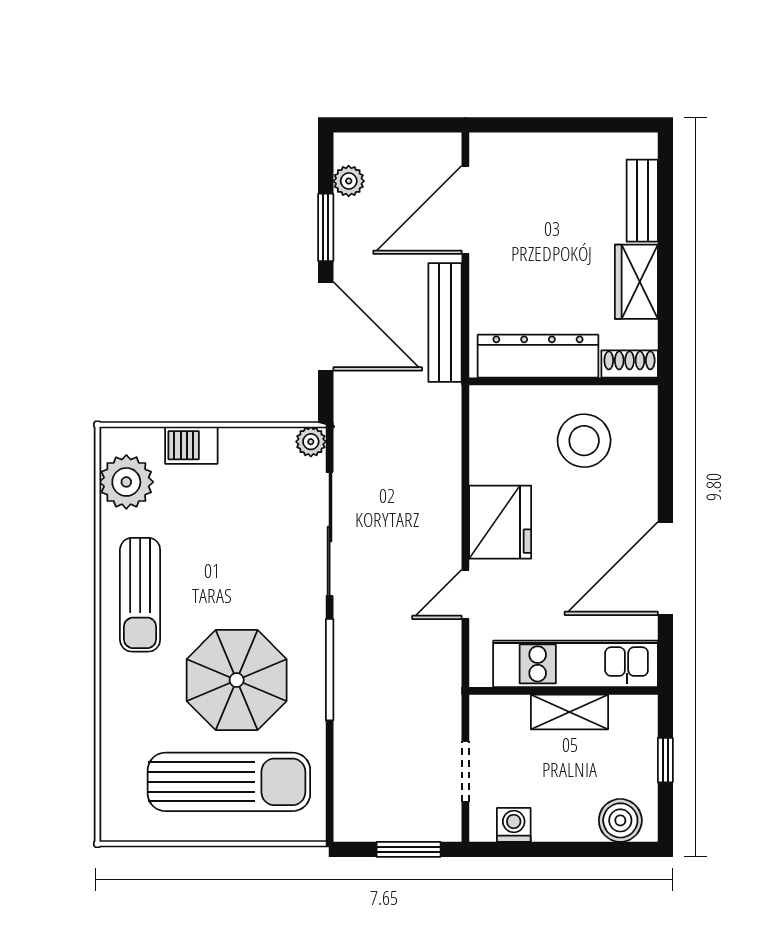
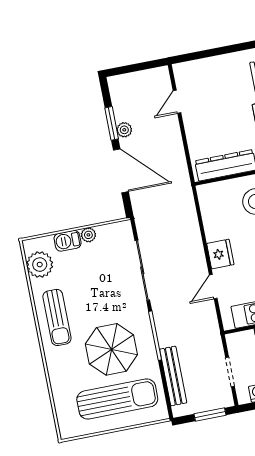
plant: (349, 181) -> (124, 130), moved
door: (465, 210) -> (177, 102), width x0.53
bench: (445, 323) -> (173, 376), moved
plant: (311, 442) -> (88, 235), moved
fridge: (500, 522) -> (220, 254), width x0.73, depth x0.75

